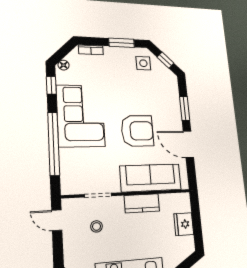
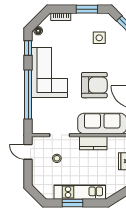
side table: (143, 63) -> (99, 38), moved

